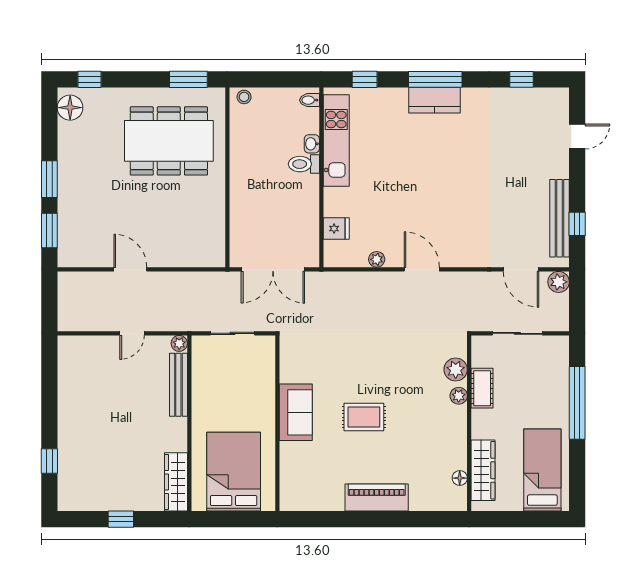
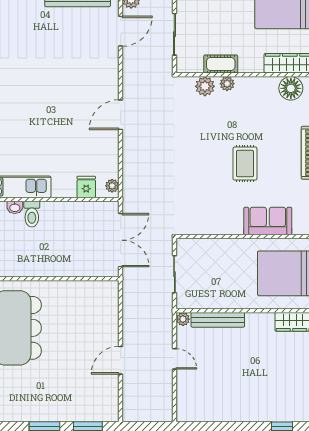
plant: (377, 259) -> (112, 186), moved
sofa: (296, 412) -> (268, 221), moved
floor lamp: (460, 478) -> (291, 88), width x1.89, depth x1.89

